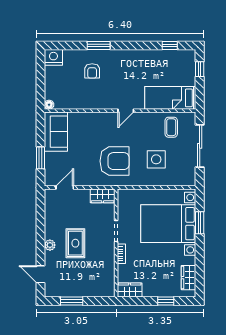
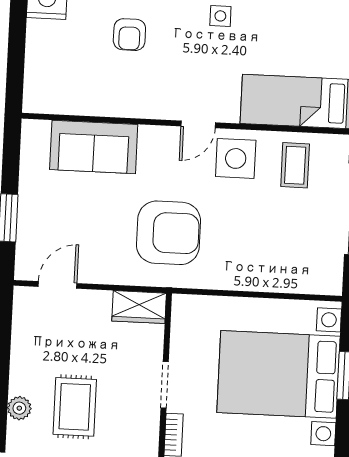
side table: (133, 60) -> (220, 16), added
floor lamp: (49, 105) -> (32, 103), removed
sofa: (56, 132) -> (94, 147), moved, turned 90
side table: (156, 159) -> (236, 158), moved

